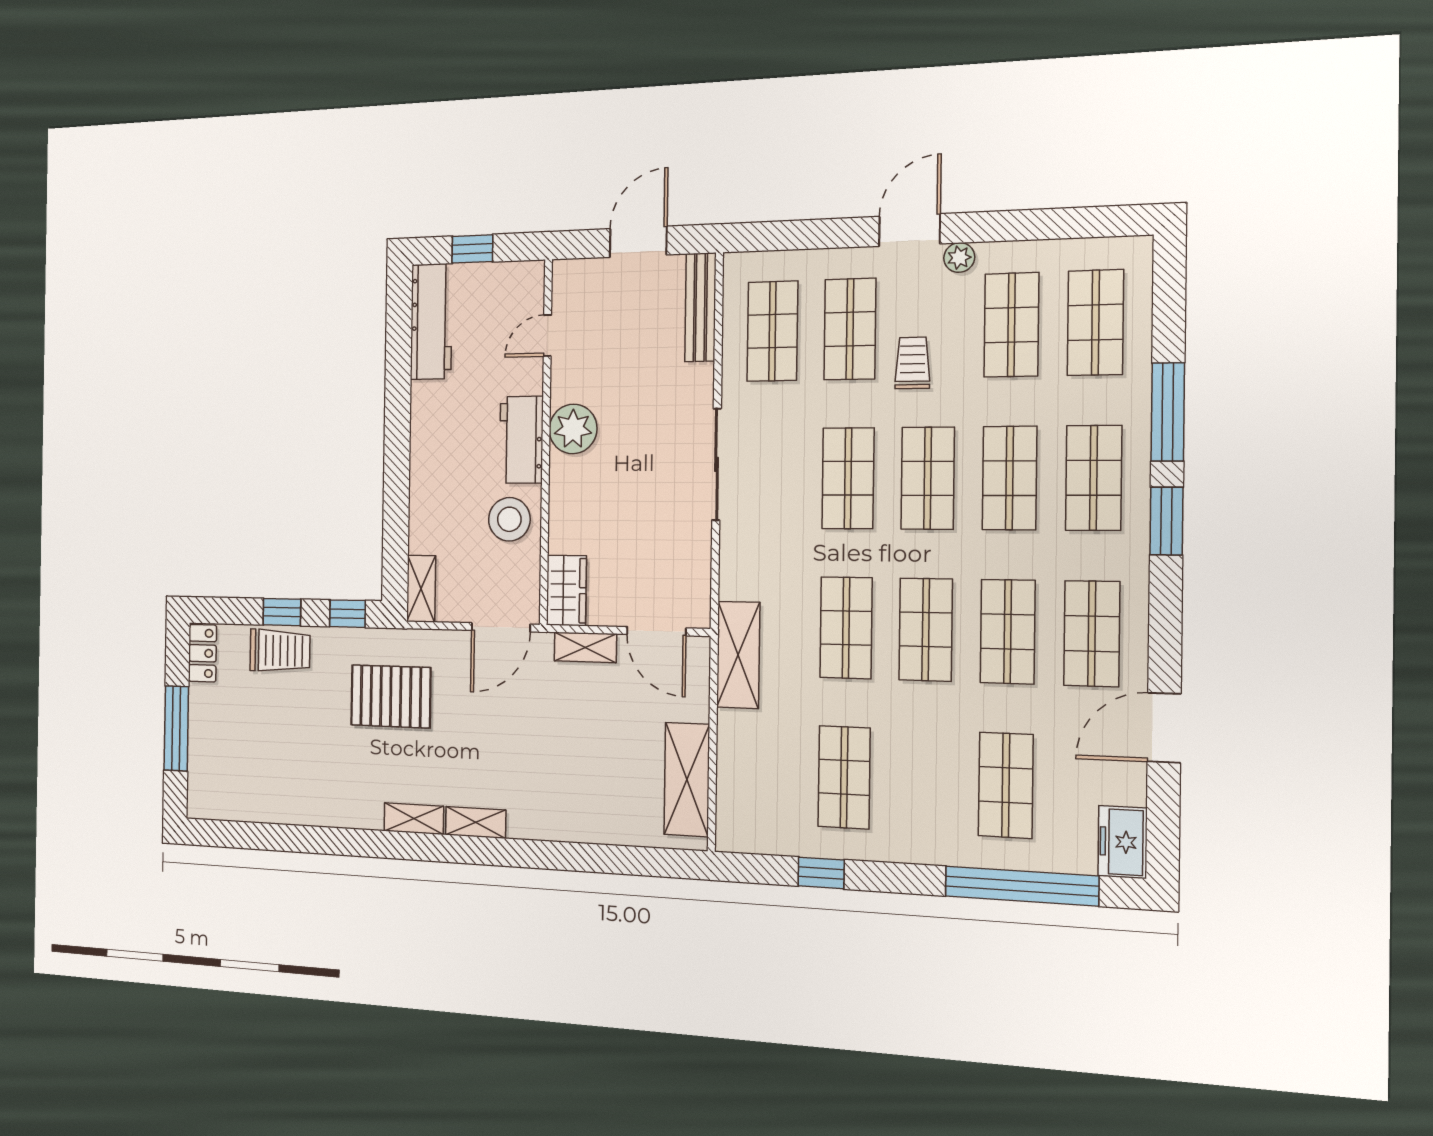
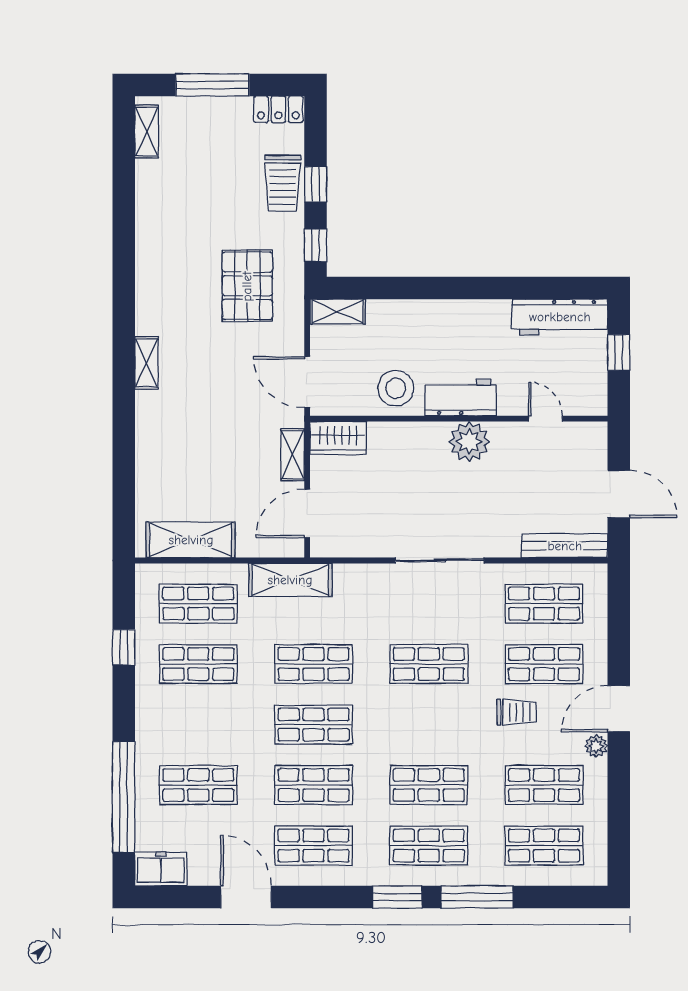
door: (910, 230) -> (619, 709), swing flipped
shop shelf: (928, 478) -> (198, 604), moved
shelving: (414, 819) -> (147, 131), moved

